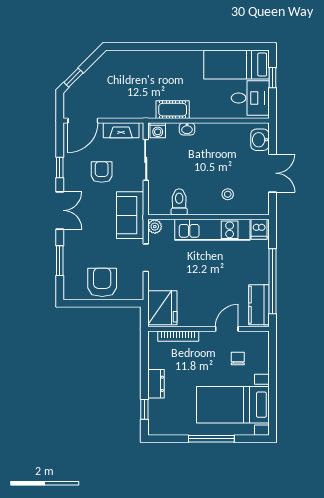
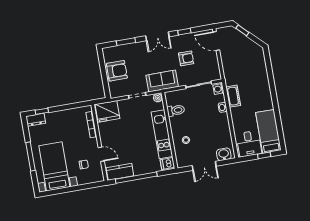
fireplace: (121, 130) -> (214, 66), removed
dresser: (156, 384) -> (36, 120), moved

